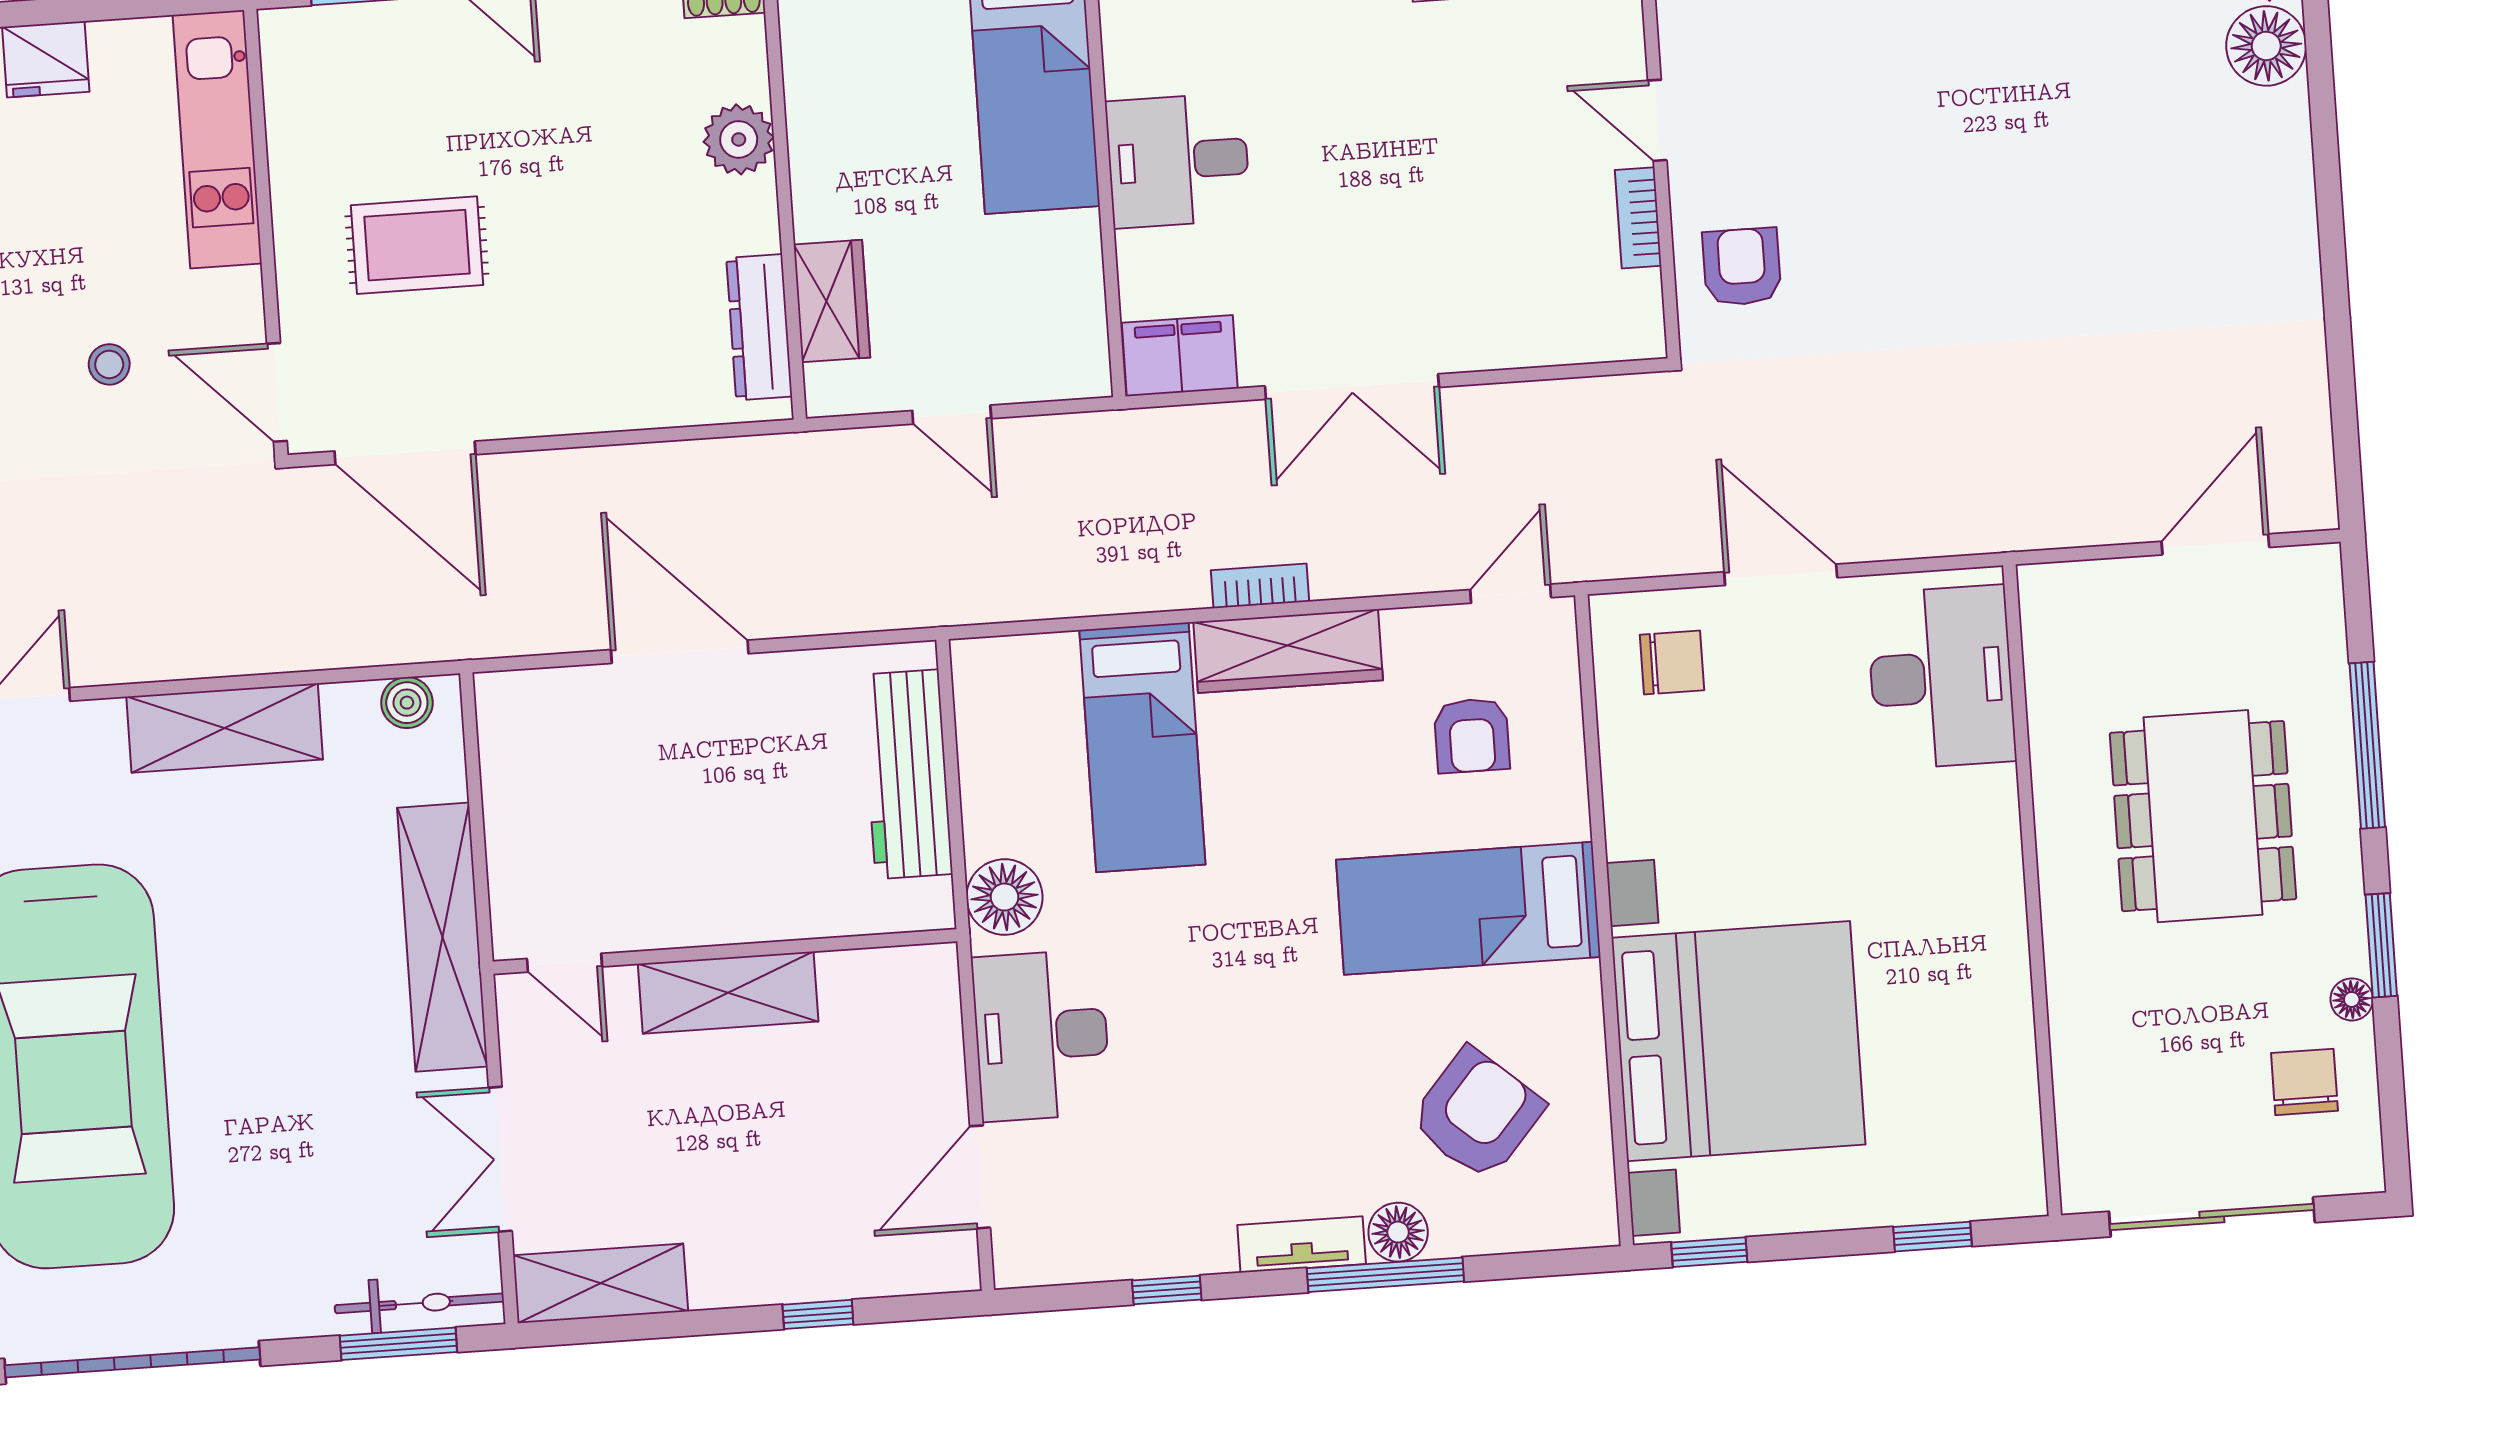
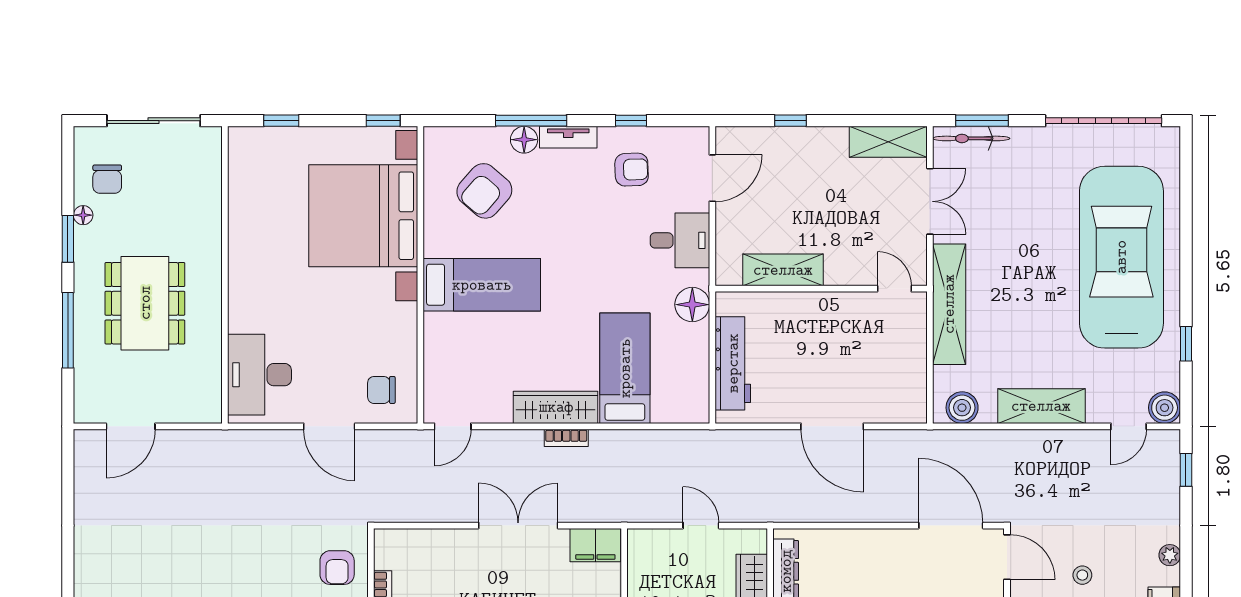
boiler: (407, 703) -> (962, 408), width x1.36, depth x1.36
armchair: (1472, 735) -> (632, 170), moved, turned 88
shelving: (728, 993) -> (783, 270), moved
desk: (1041, 1036) -> (680, 240), width x0.73

